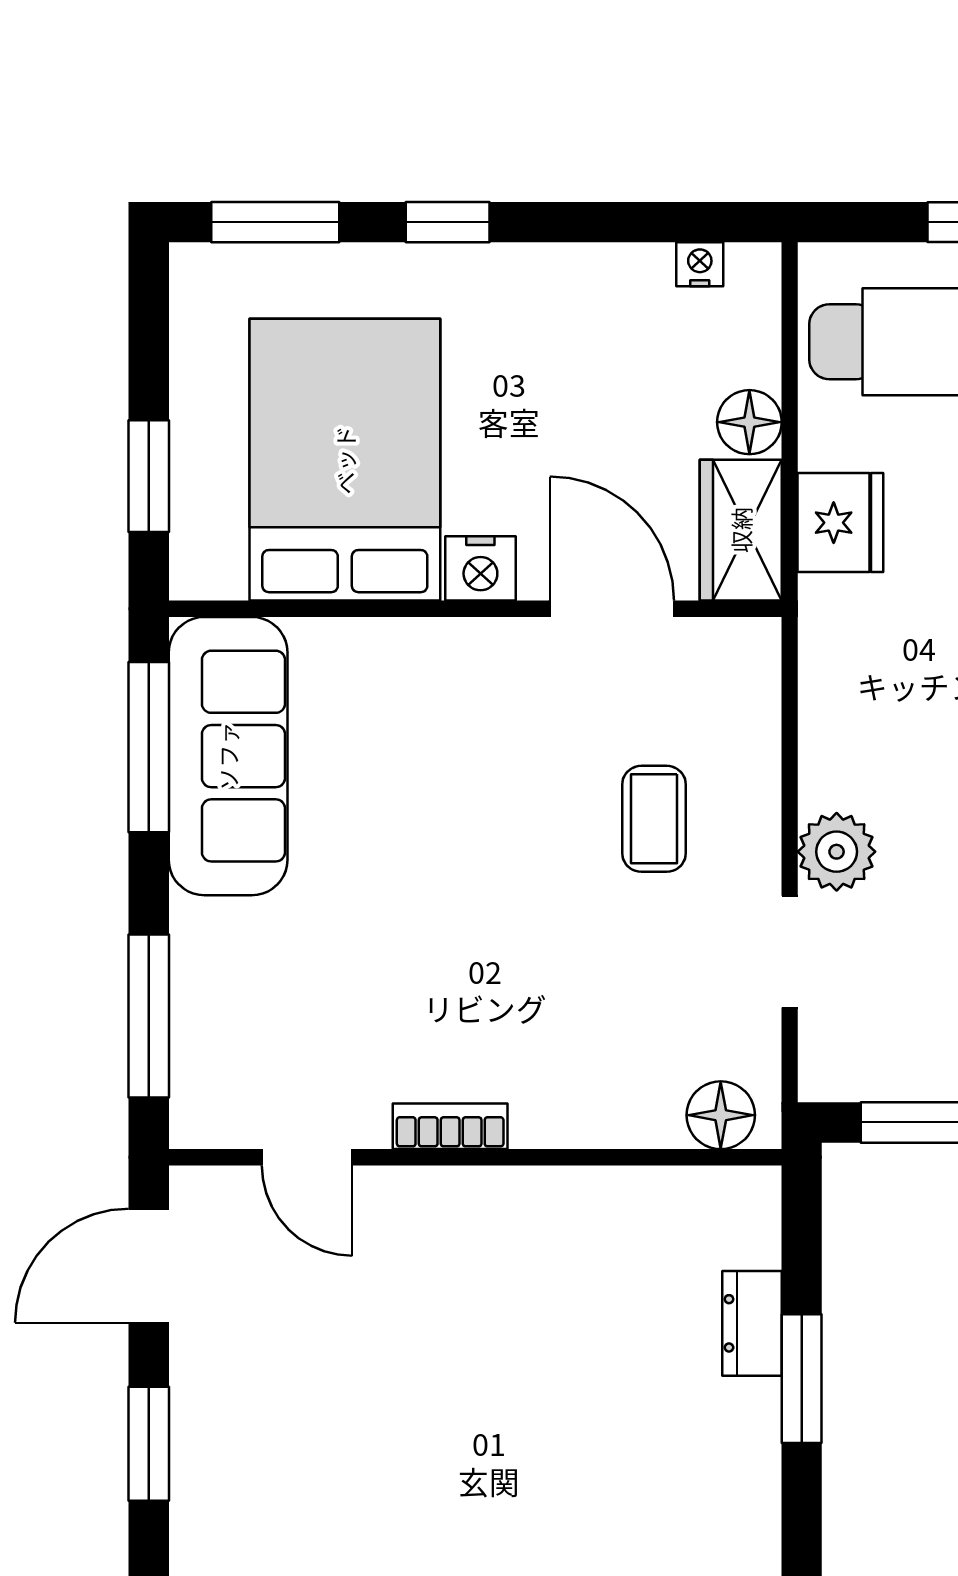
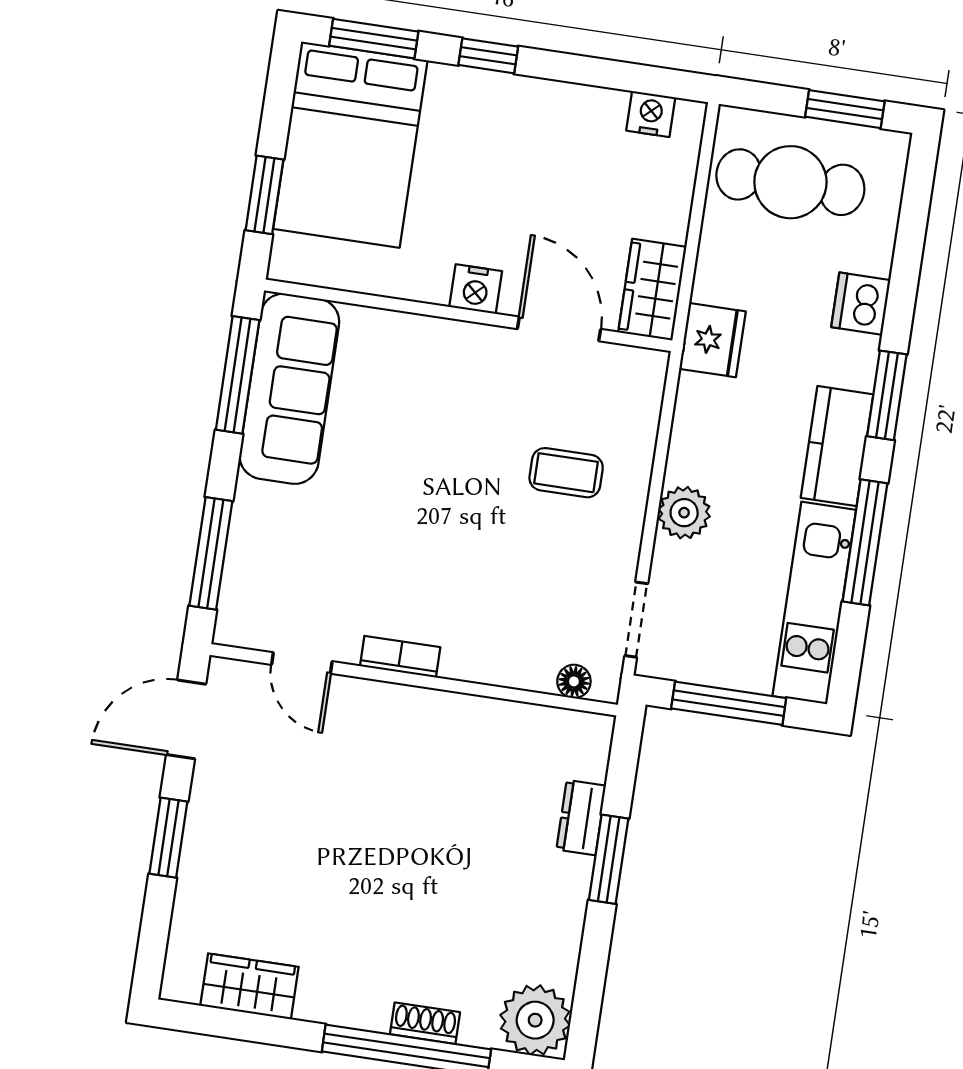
nightstand: (700, 264) -> (651, 114), width x1.39, depth x1.35
floor lamp: (749, 422) -> (669, 219), removed
bed: (345, 460) -> (350, 145), moved, turned 180
fridge: (840, 523) -> (712, 340), moved
coffee table: (654, 819) -> (566, 473), turned 90
doorway: (790, 952) -> (636, 620), moved
floor lamp: (721, 1115) -> (574, 681), width x0.73, depth x0.73

